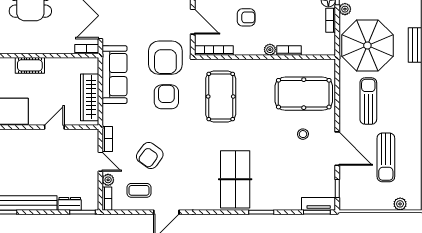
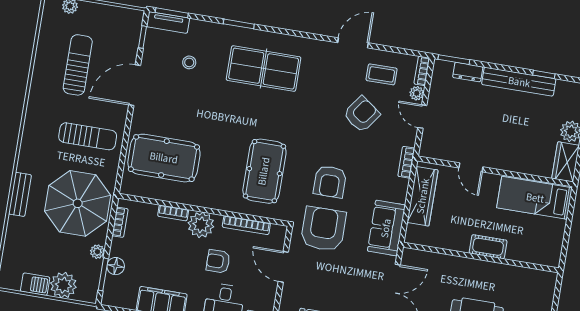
bookcase: (331, 20) -> (120, 222), moved
bookcase: (87, 49) -> (416, 255), removed
bookcase: (214, 50) -> (246, 225), moved
plant: (270, 50) -> (201, 225), width x1.87, depth x1.87
sofa: (115, 75) -> (386, 228), width x0.73
sun lounger: (368, 101) -> (88, 136), turned -90
door: (54, 127) -> (471, 167), hinge flipped
stool: (303, 134) -> (189, 62), moved
bookcase: (107, 139) -> (406, 162), moved
door: (337, 149) -> (135, 85), hinge flipped
table tennis table: (235, 179) -> (264, 69), turned 90

